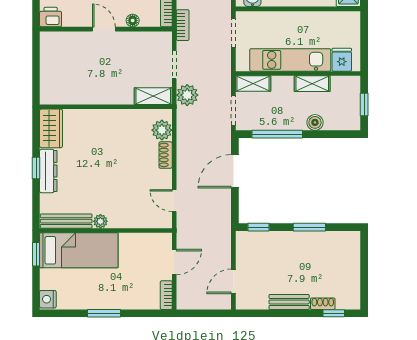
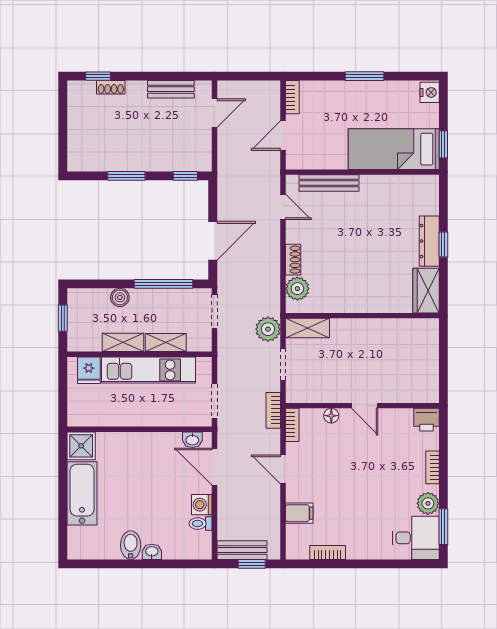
shelving: (253, 84) -> (166, 343), moved
bench: (66, 221) -> (329, 183), moved
plant: (100, 221) -> (369, 183), removed
bench: (289, 302) -> (171, 89), moved

